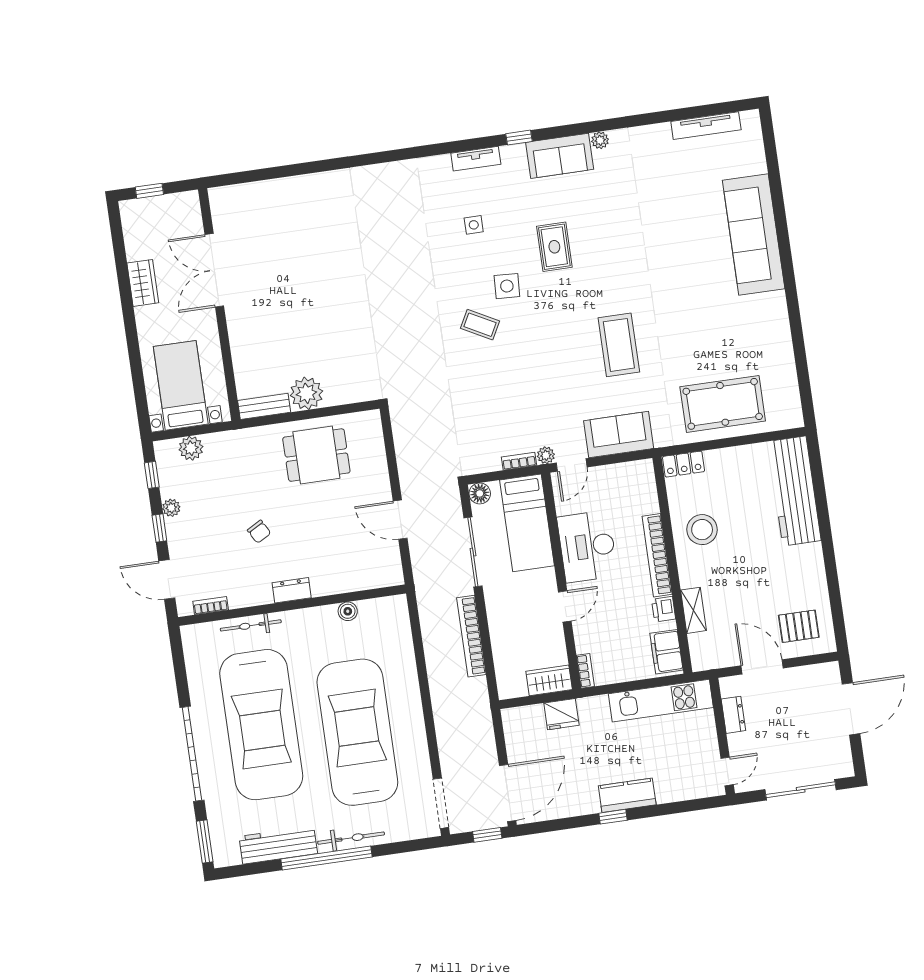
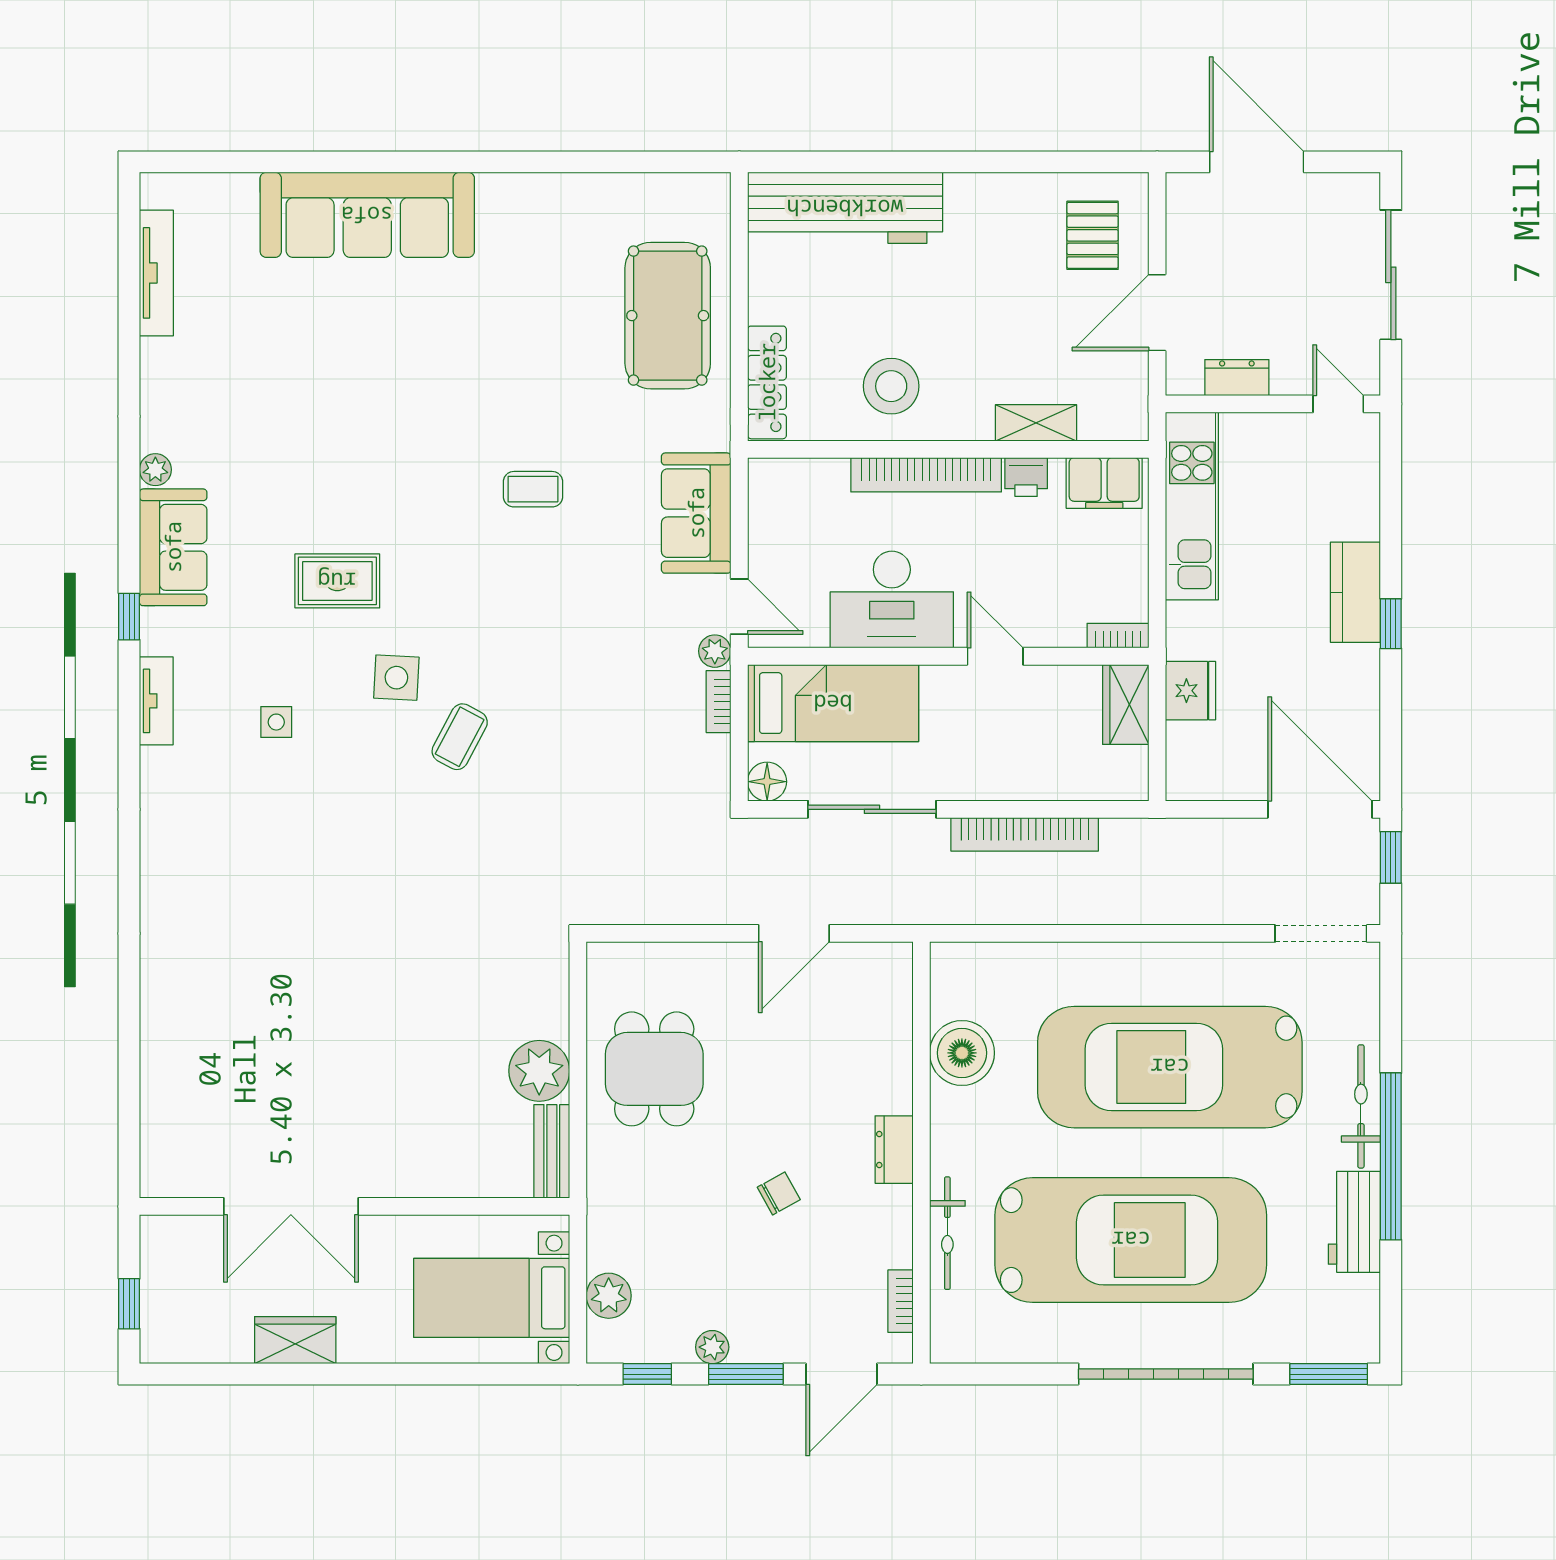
coffee table: (619, 345) -> (533, 489), width x0.54, depth x0.58
locker: (684, 464) -> (767, 382), width x1.53
window: (159, 528) -> (746, 1374), width x1.50
boiler: (348, 611) -> (962, 1053), width x1.86, depth x1.86
workbench: (278, 845) -> (1354, 1222), width x0.73

